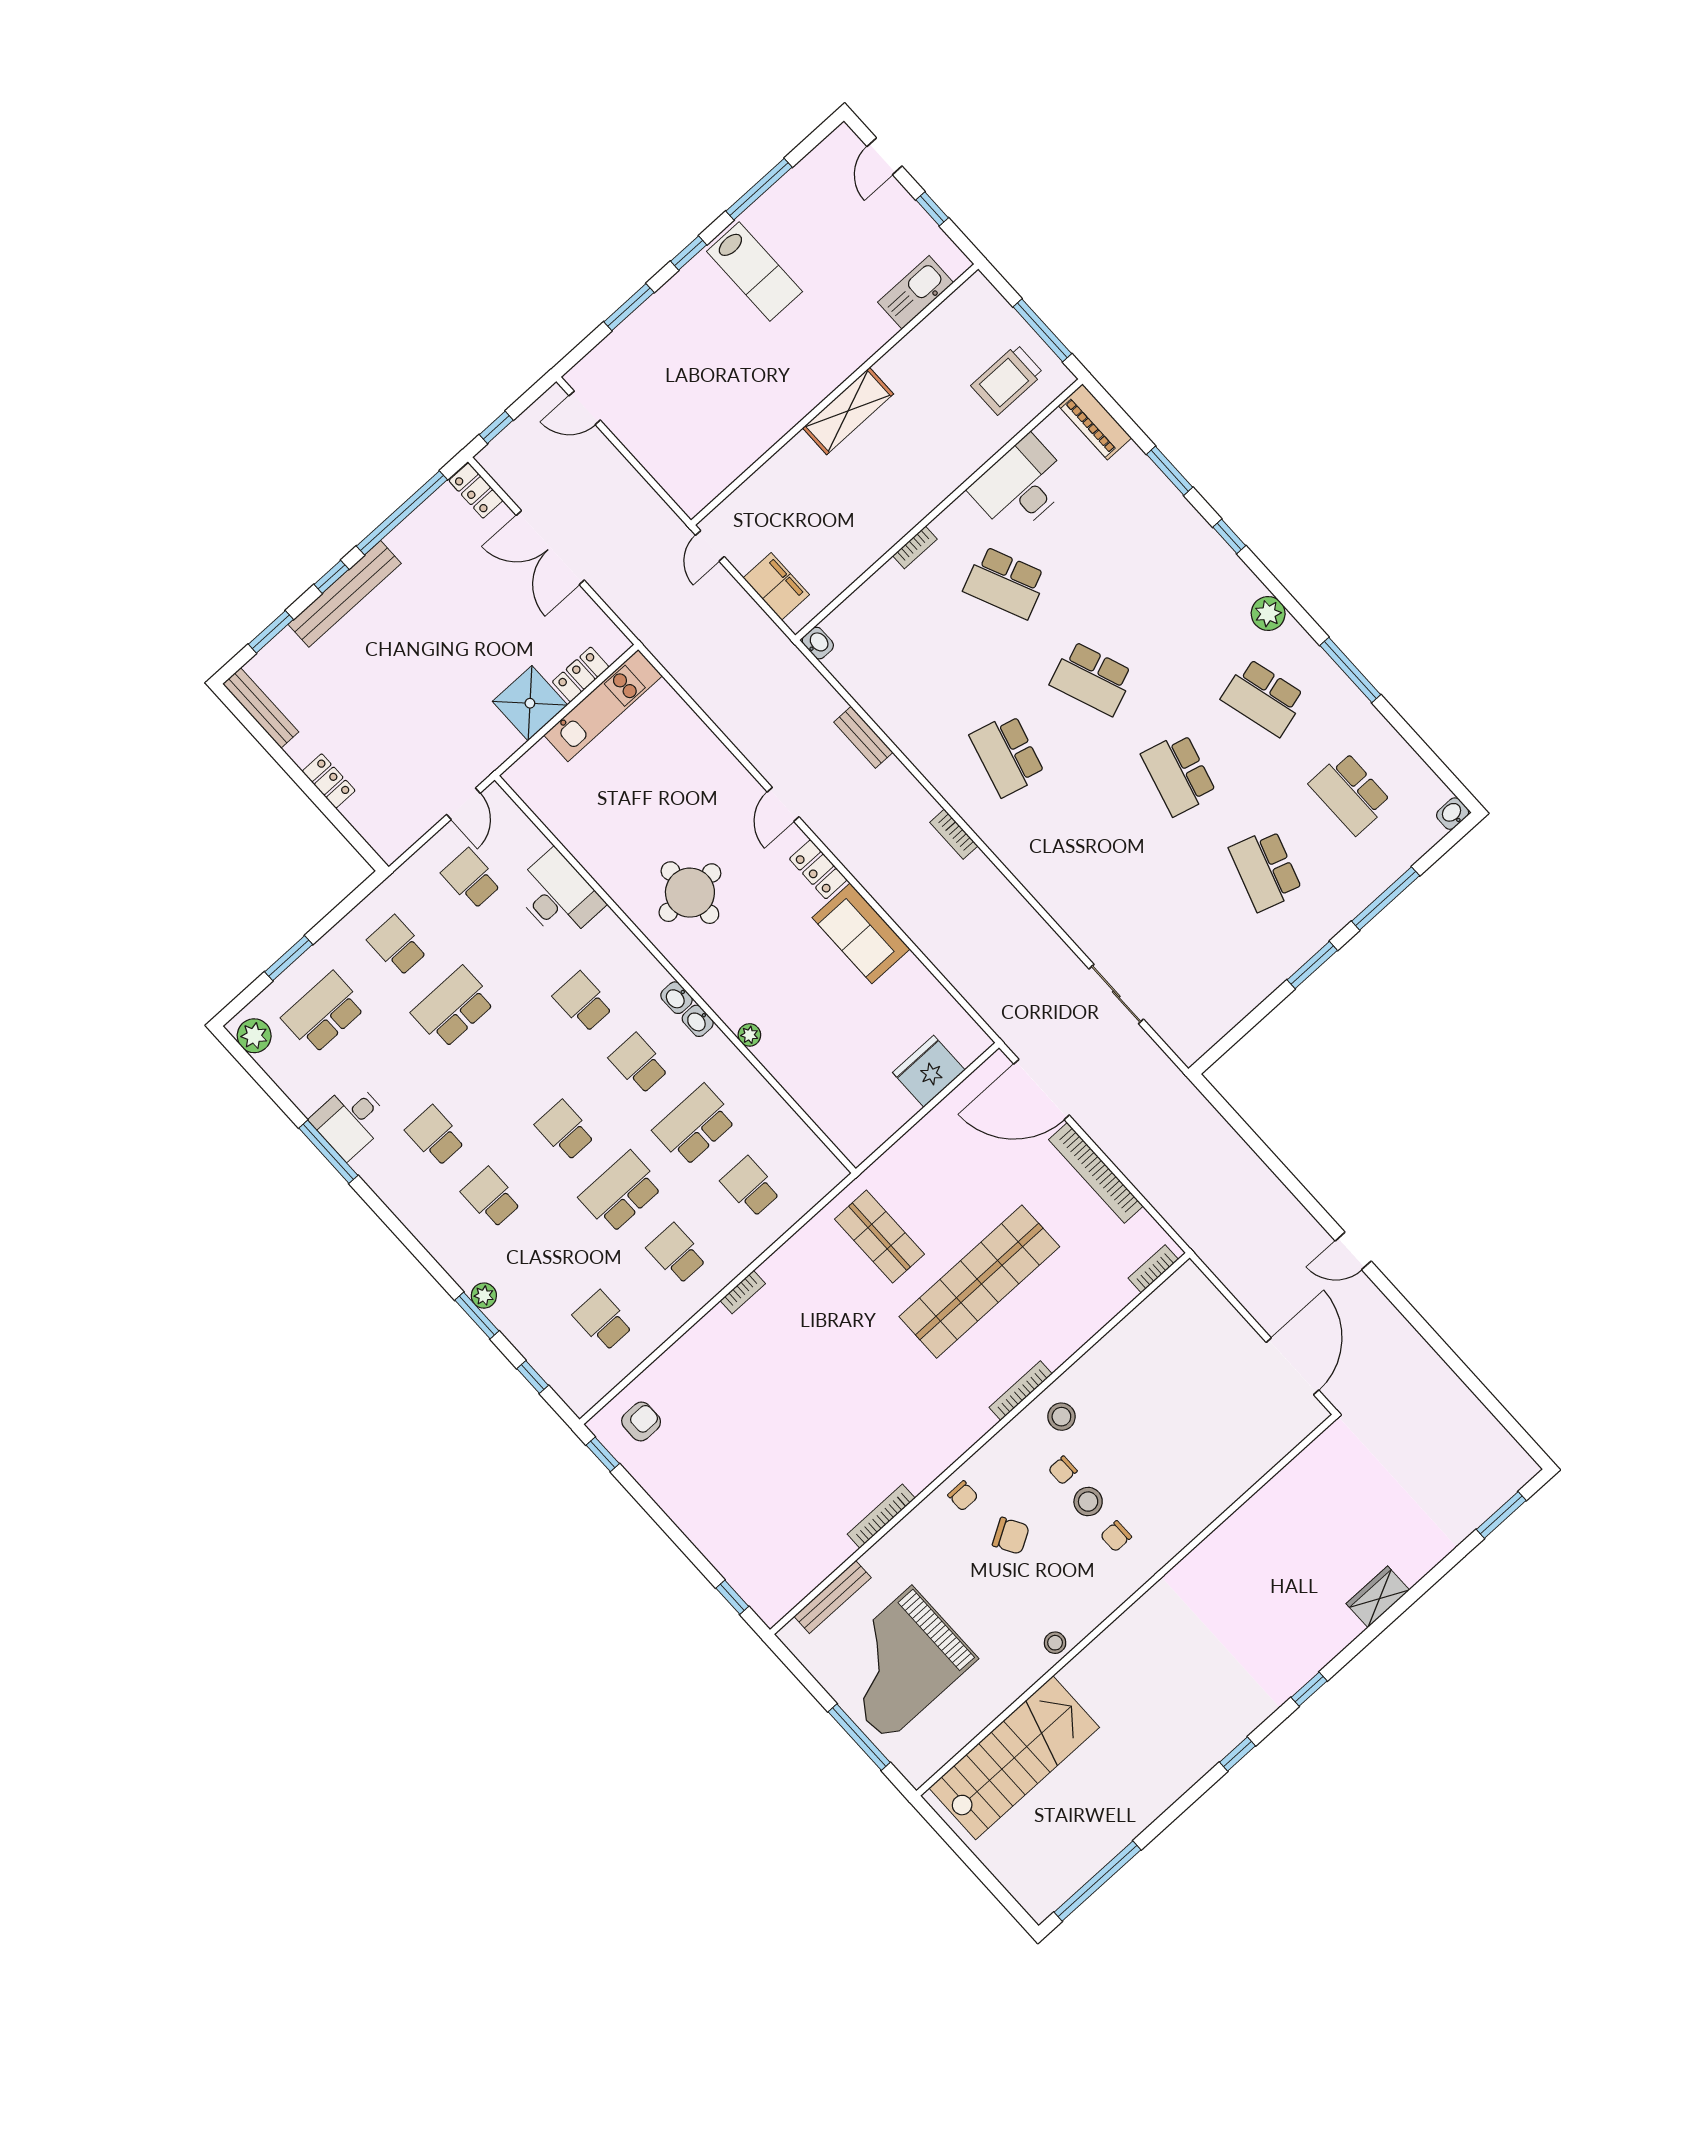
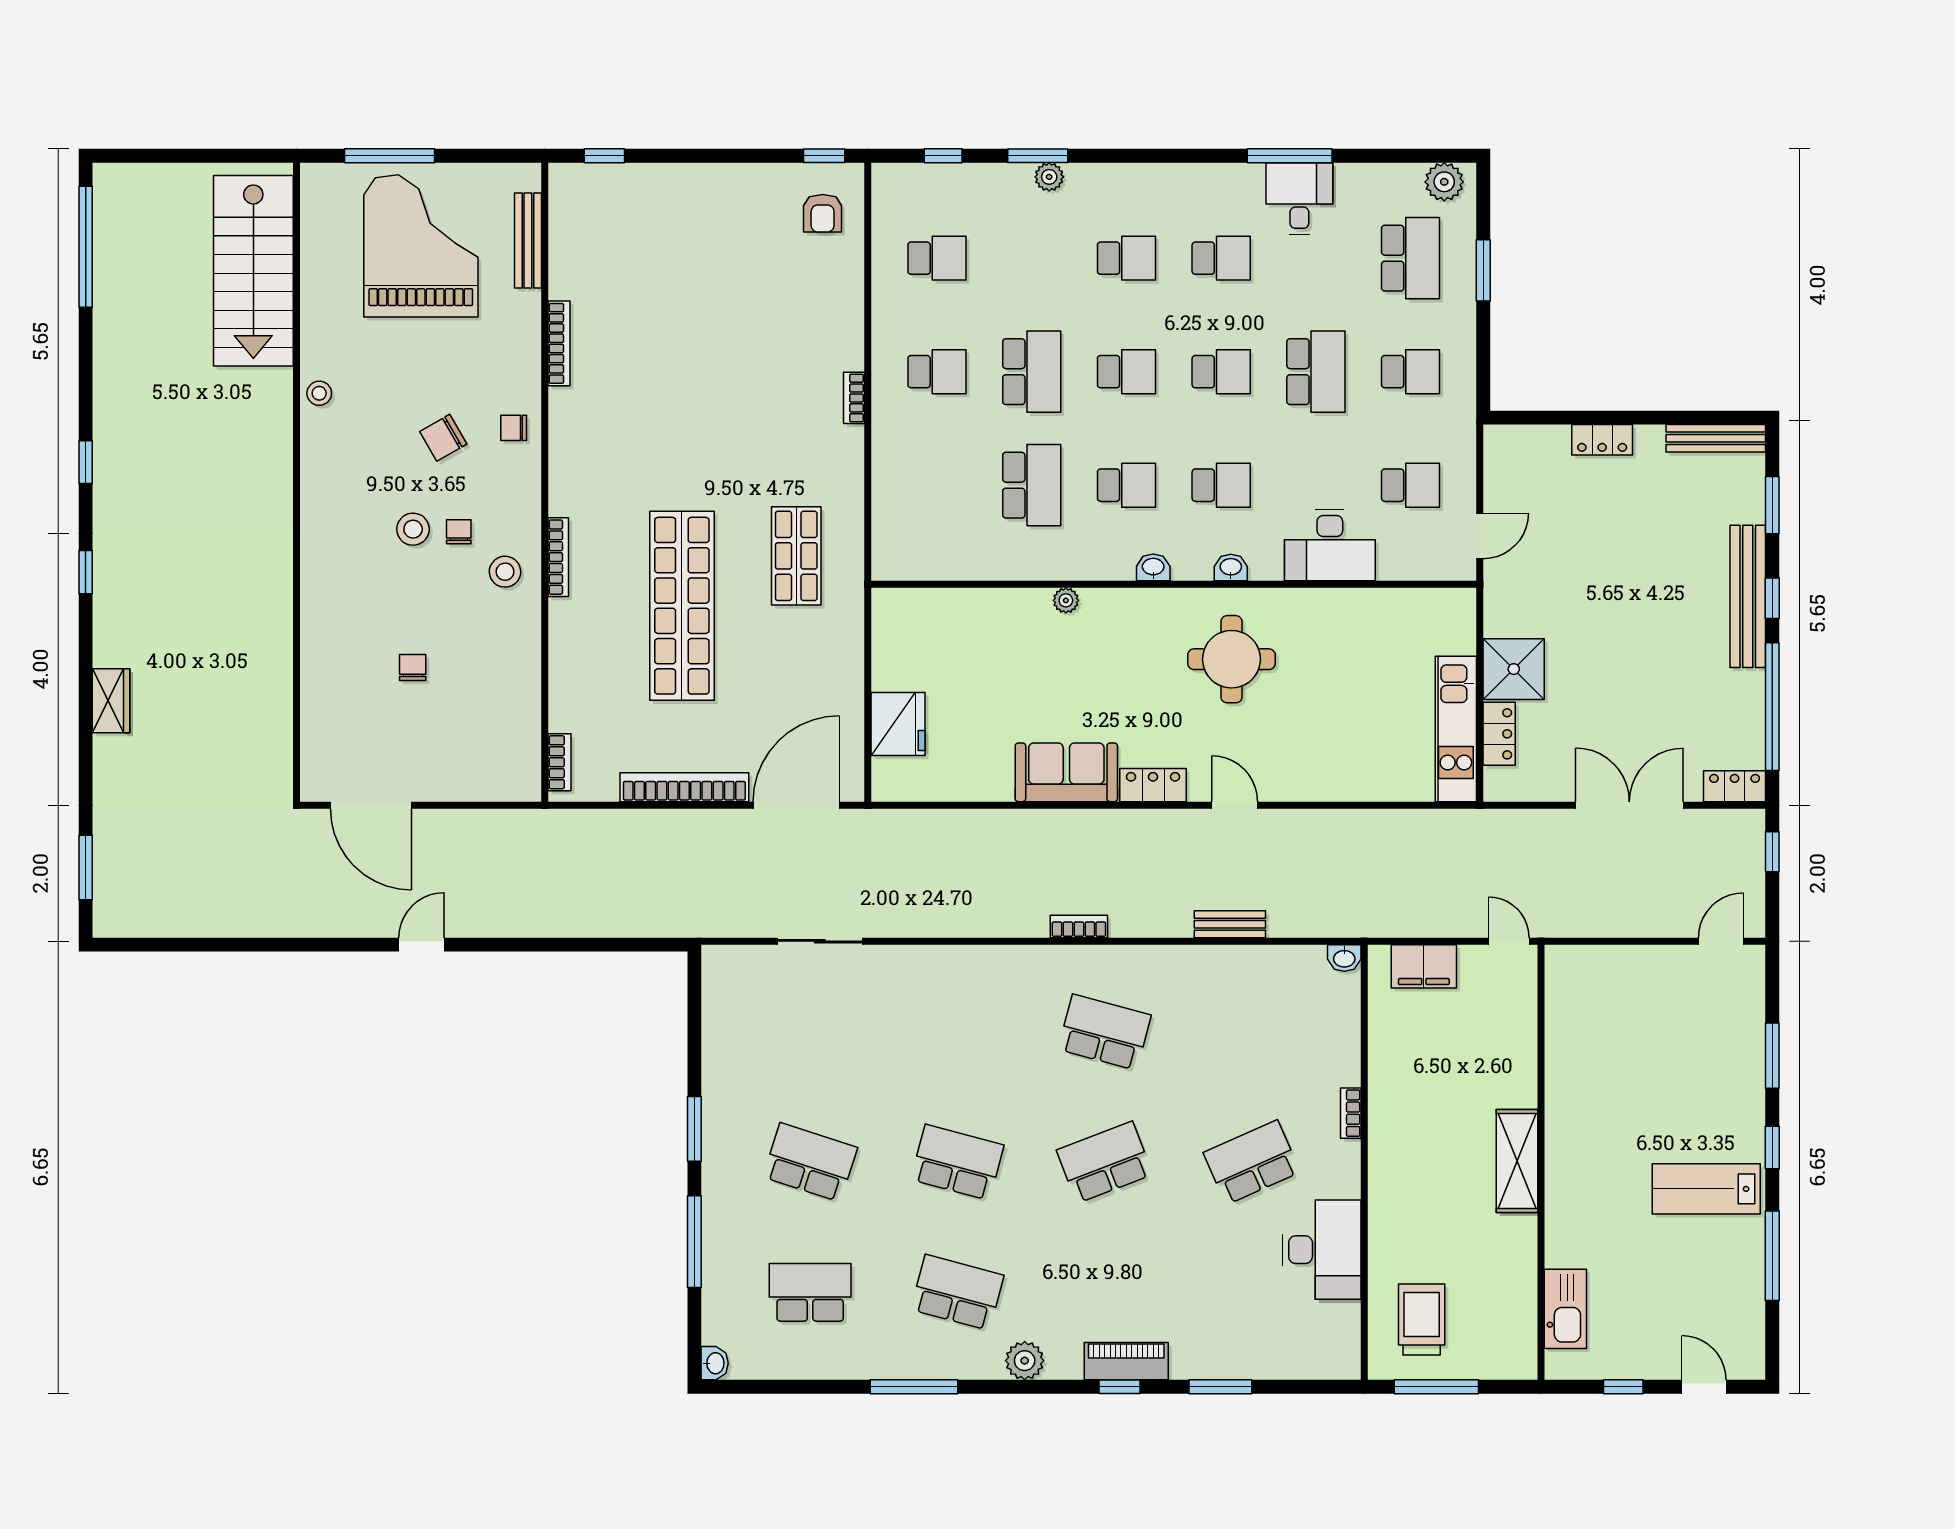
piano: (1095, 422) -> (1126, 1361), moved
school desk: (1263, 697) -> (957, 1292), turned 30
door: (463, 804) -> (1480, 536), swing flipped
washbasin: (698, 1021) -> (1231, 568), moved
school desk: (750, 1187) -> (1221, 372), moved
shop shelf: (879, 1237) -> (796, 556), turned 90
chair: (1116, 1536) -> (413, 668), moved

